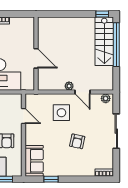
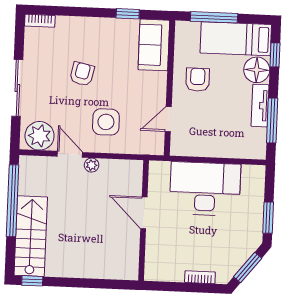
window: (116, 45) -> (13, 201), moved
plant: (106, 98) -> (40, 136), width x1.87, depth x1.87
door: (24, 116) -> (168, 119), hinge flipped

